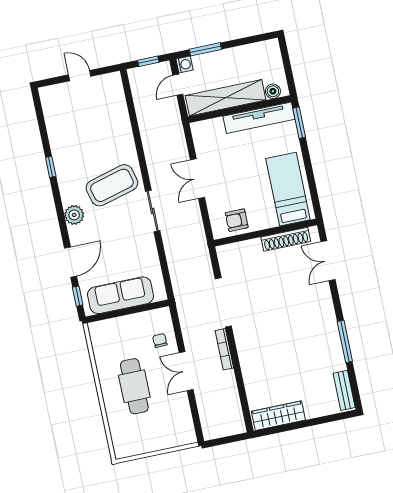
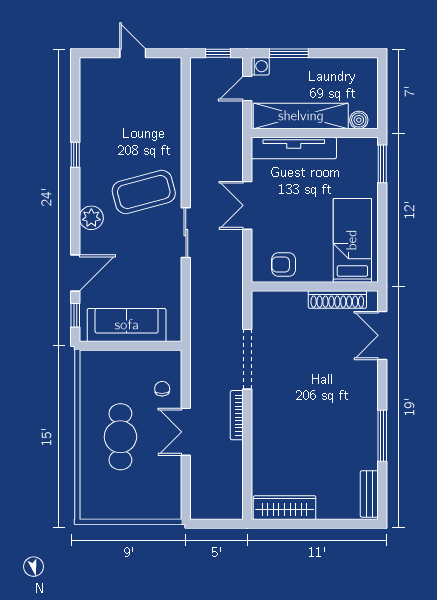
tv unit: (259, 118) -> (294, 148), moved

